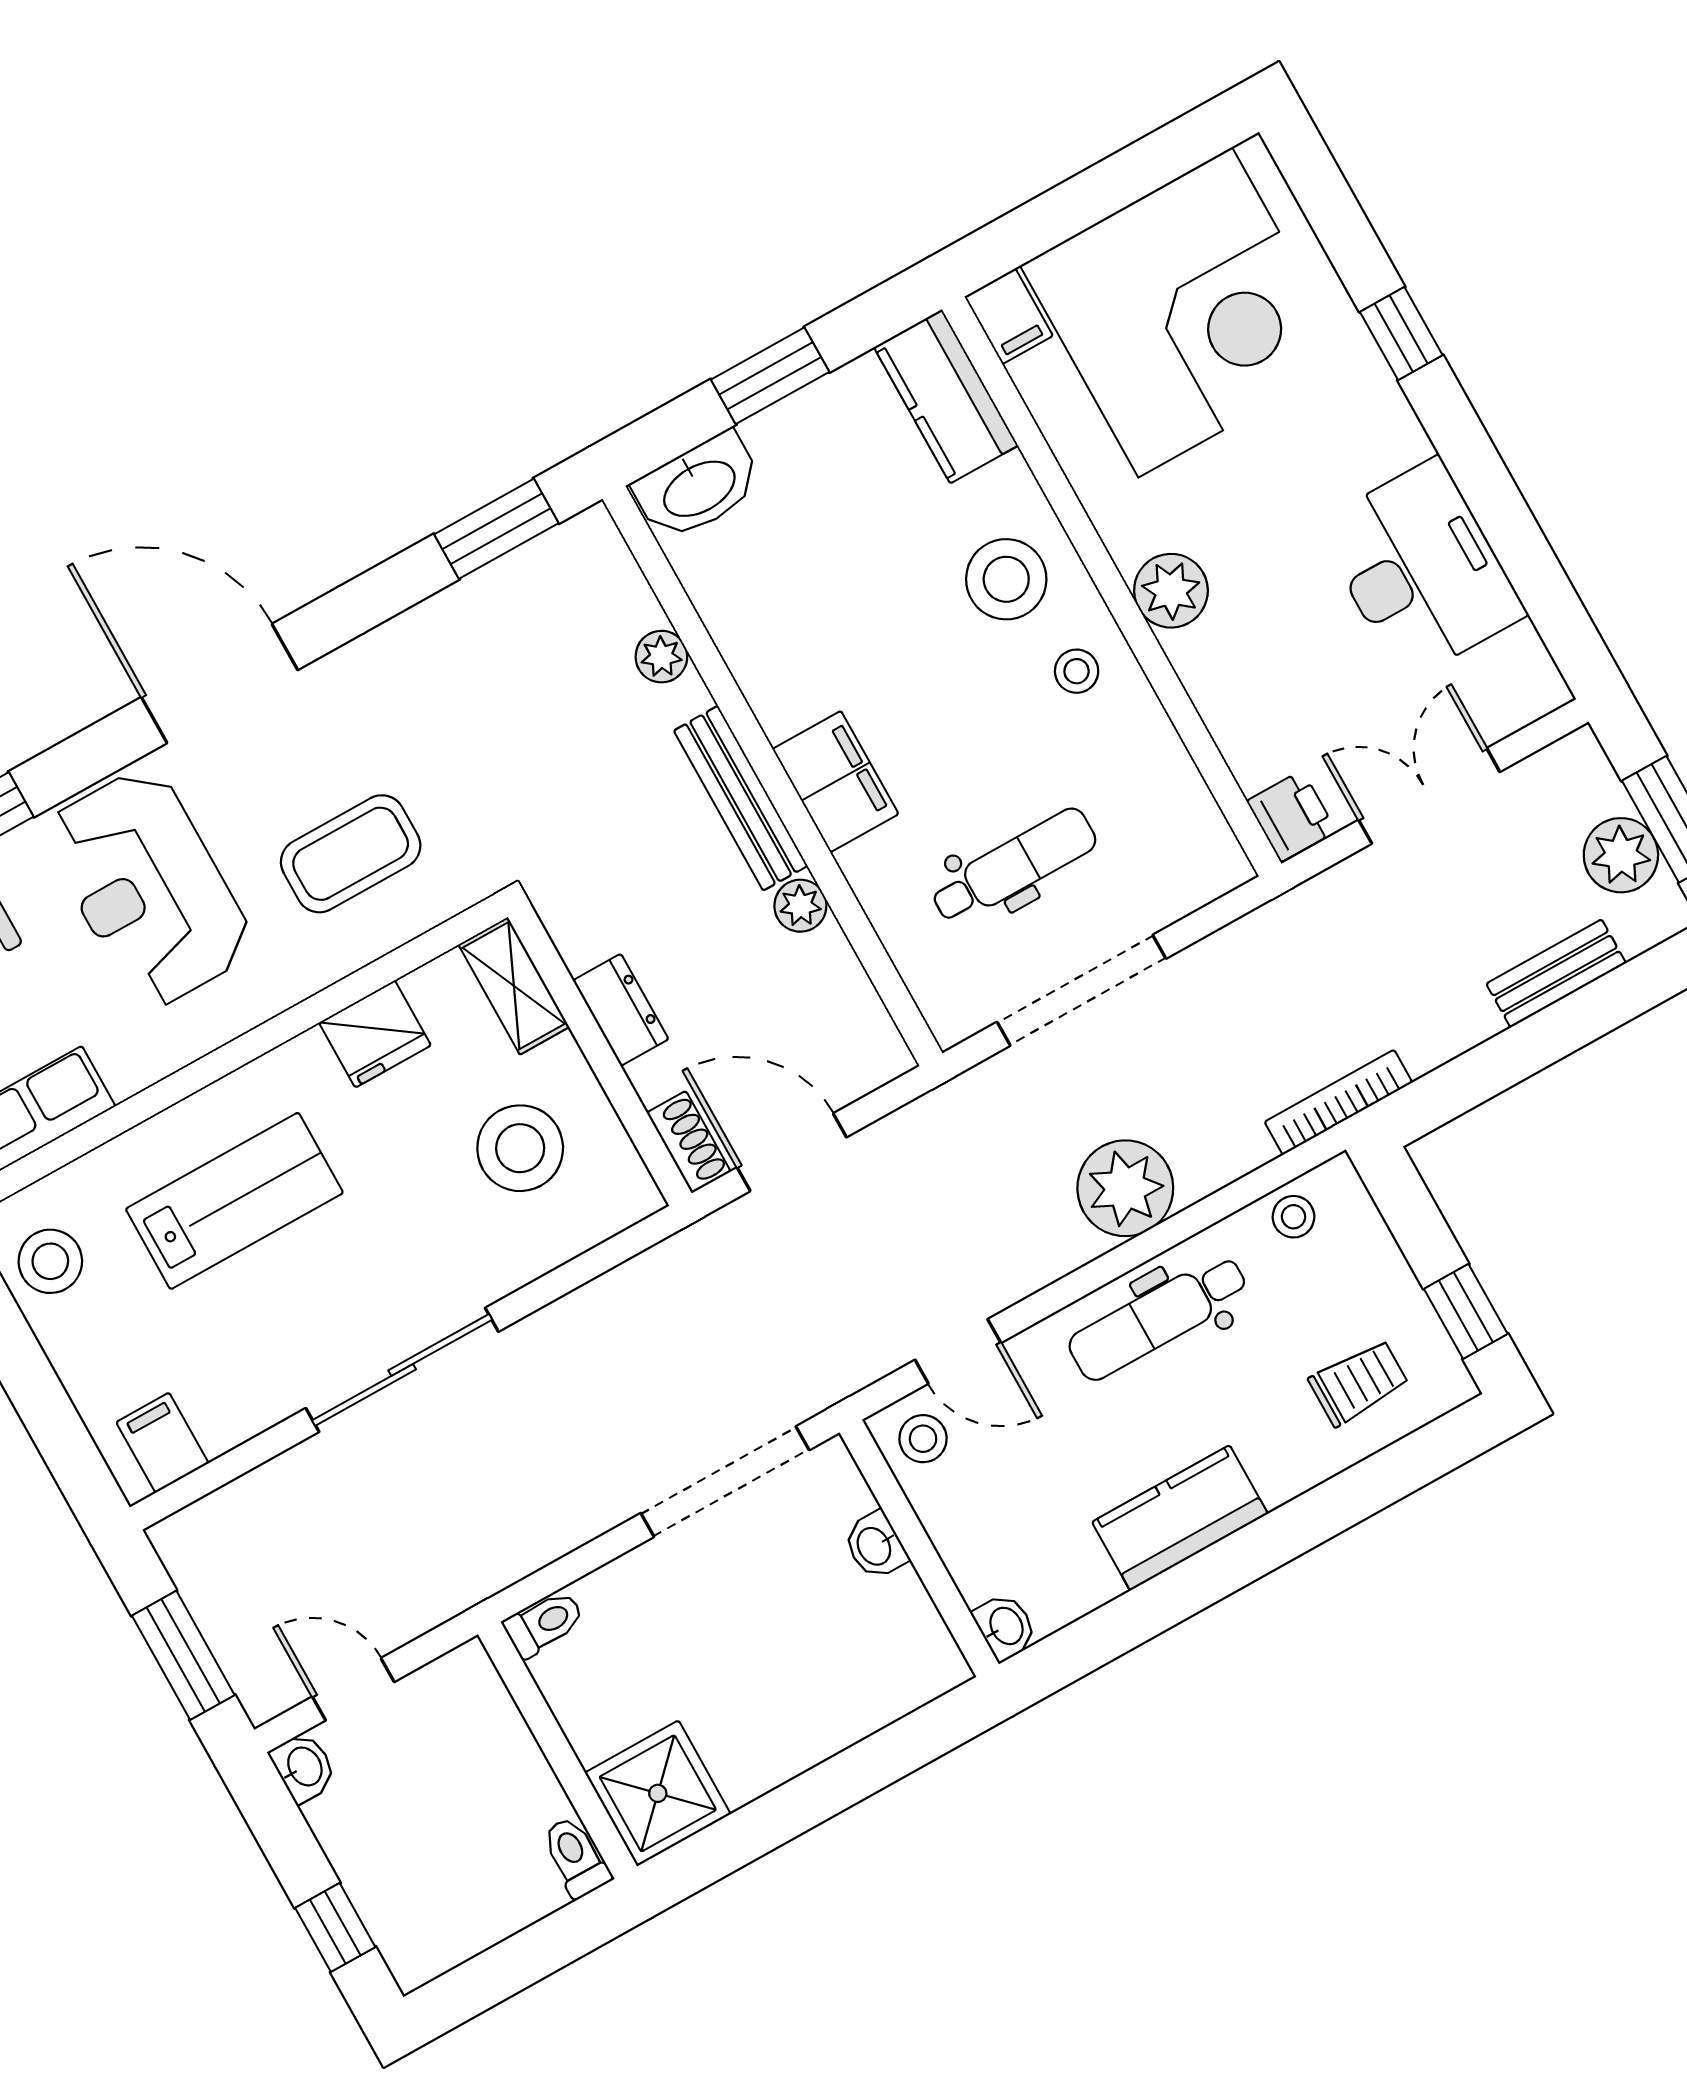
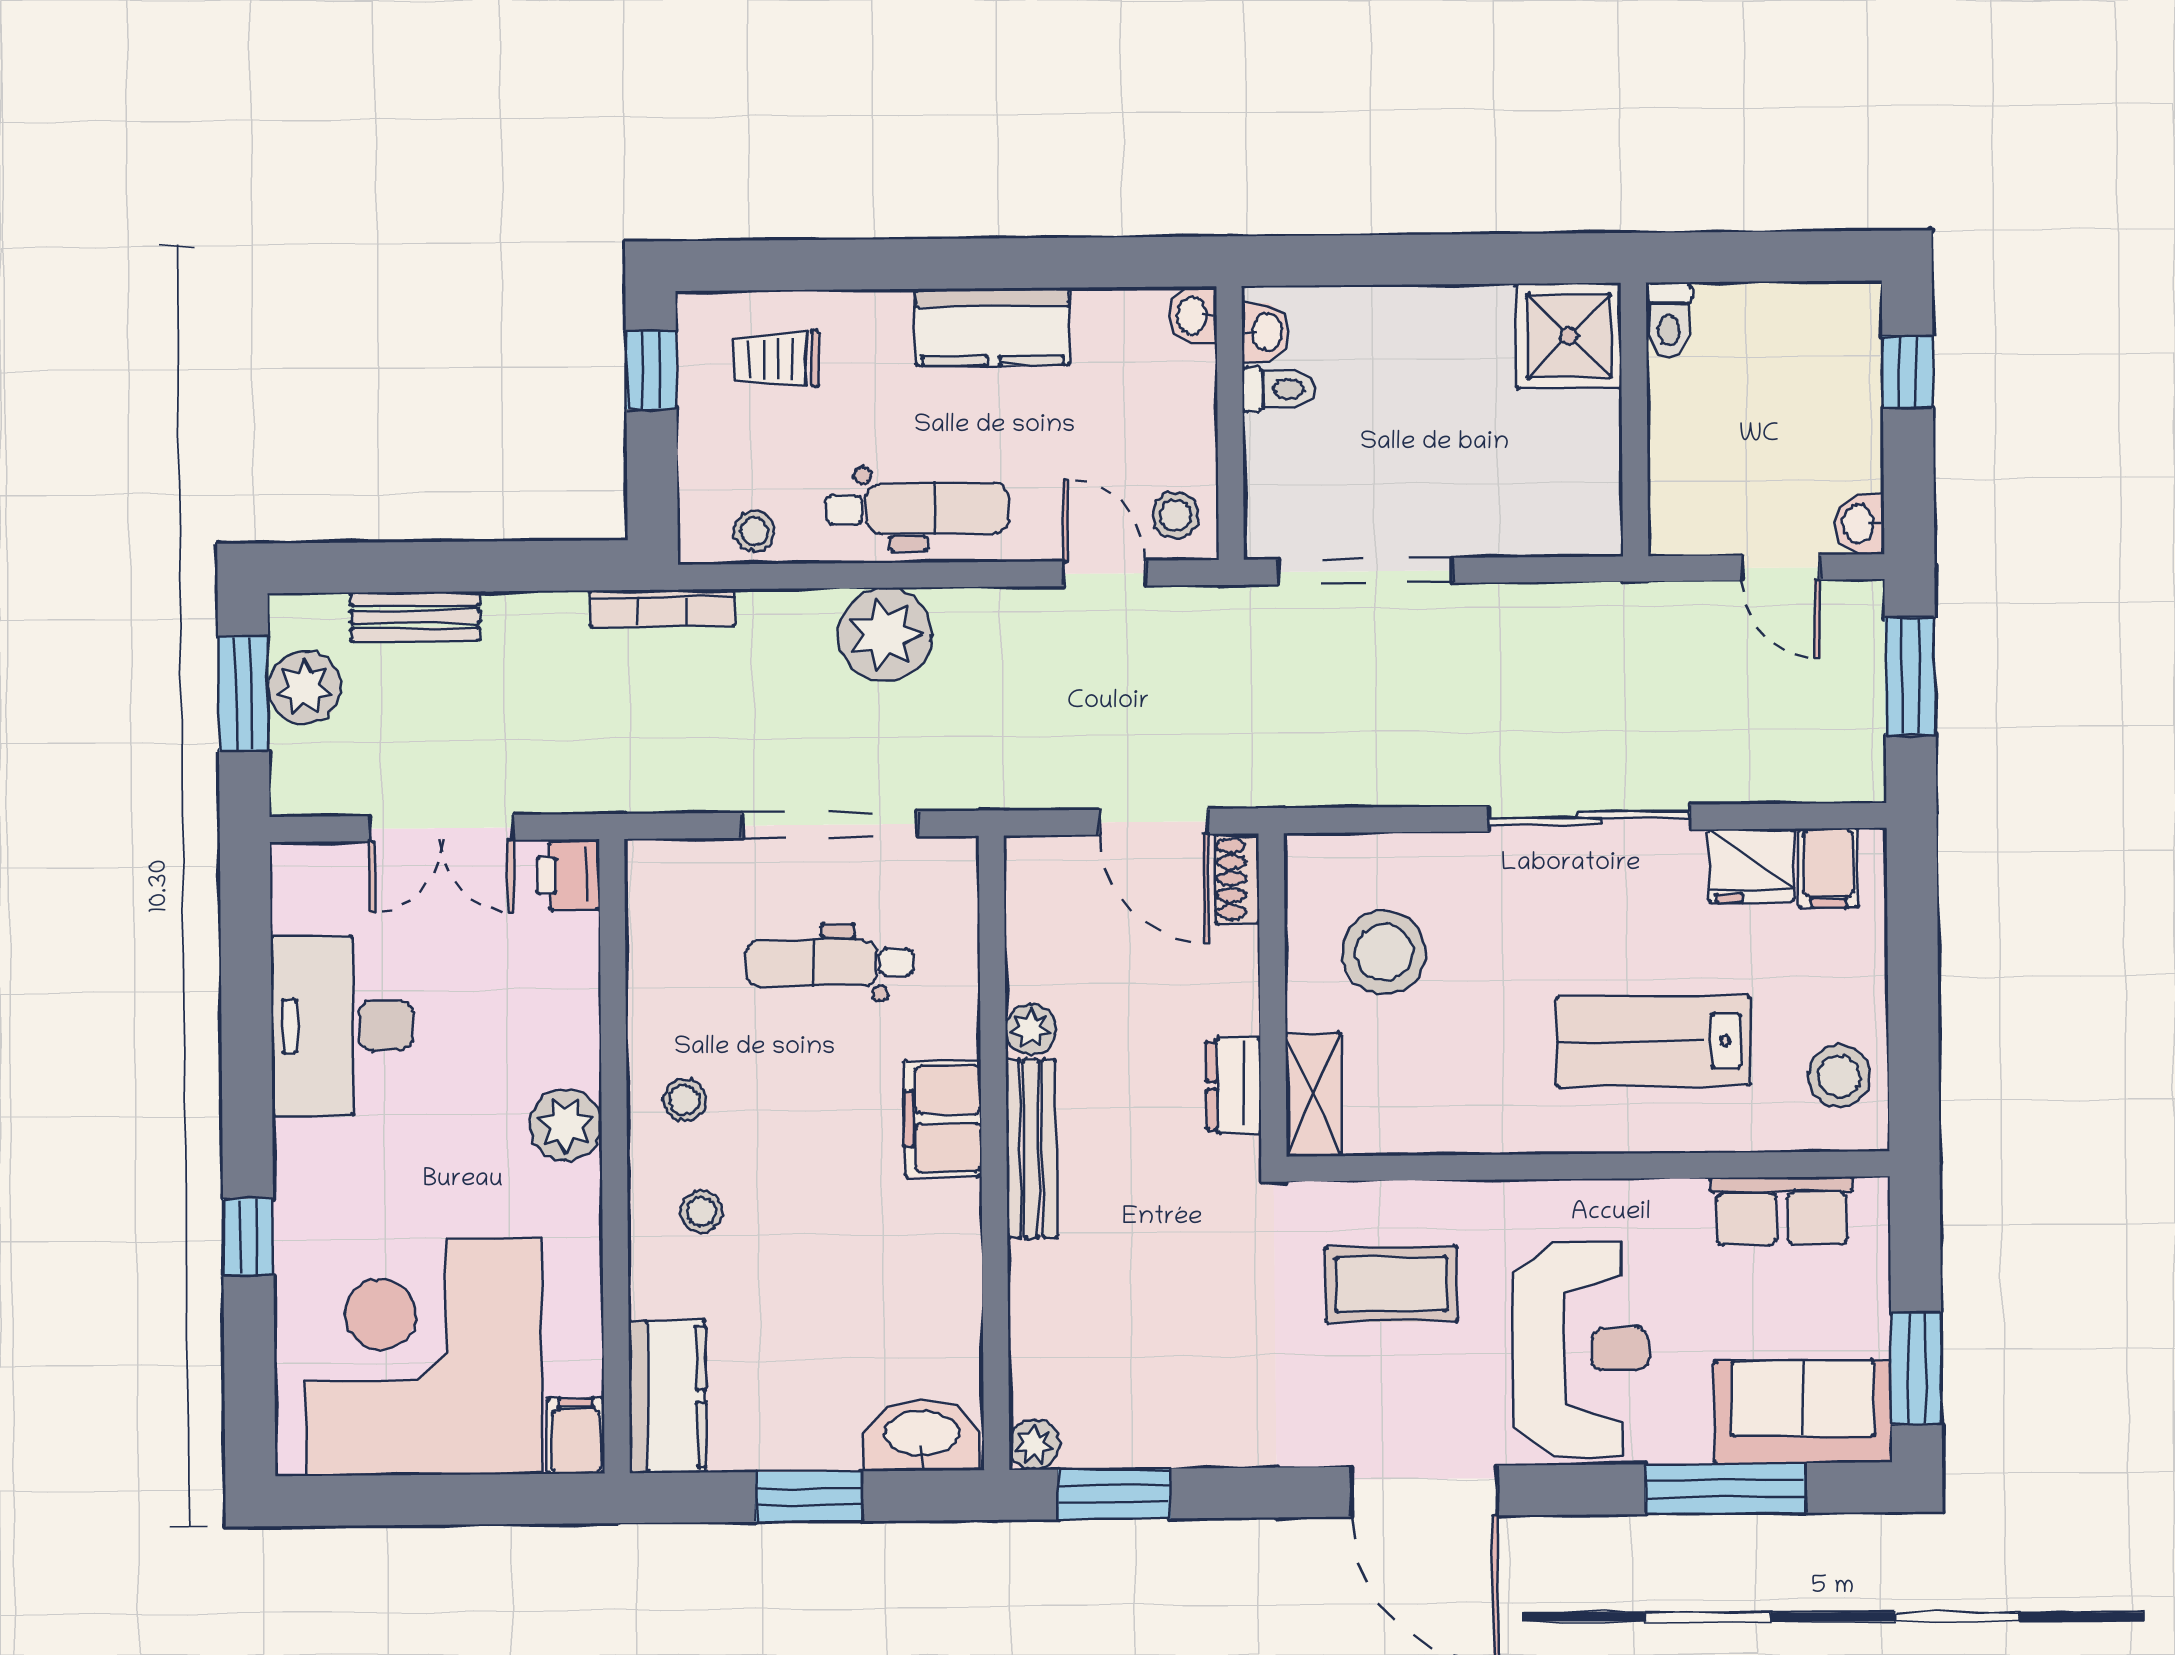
stool: (1006, 579) -> (702, 1212), width x0.53, depth x0.53
plant: (661, 657) -> (1034, 1445), moved
dresser: (621, 1010) -> (1234, 1085), moved
fridge: (375, 1034) -> (1751, 866), moved, turned 180
washbasin: (875, 1546) -> (1266, 332), moved
toilet: (544, 1624) -> (1279, 389), moved, turned 180

